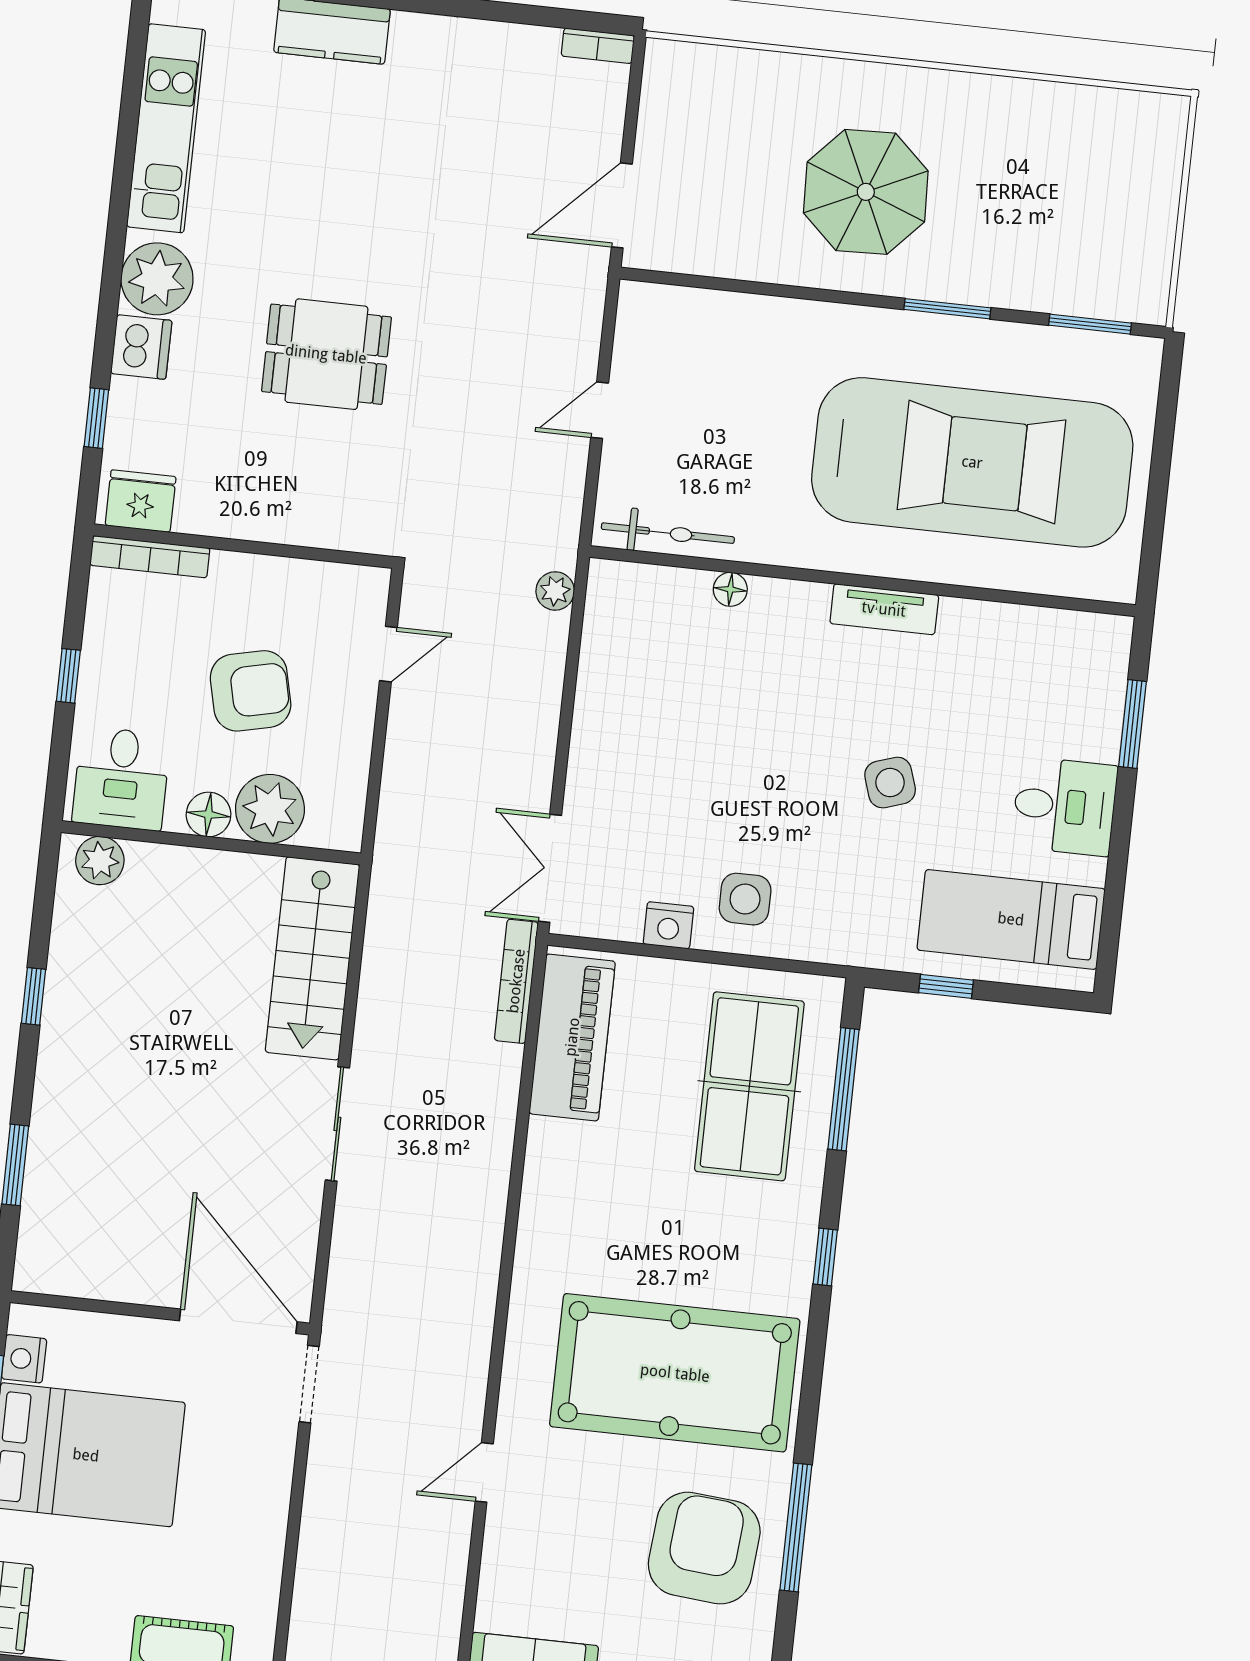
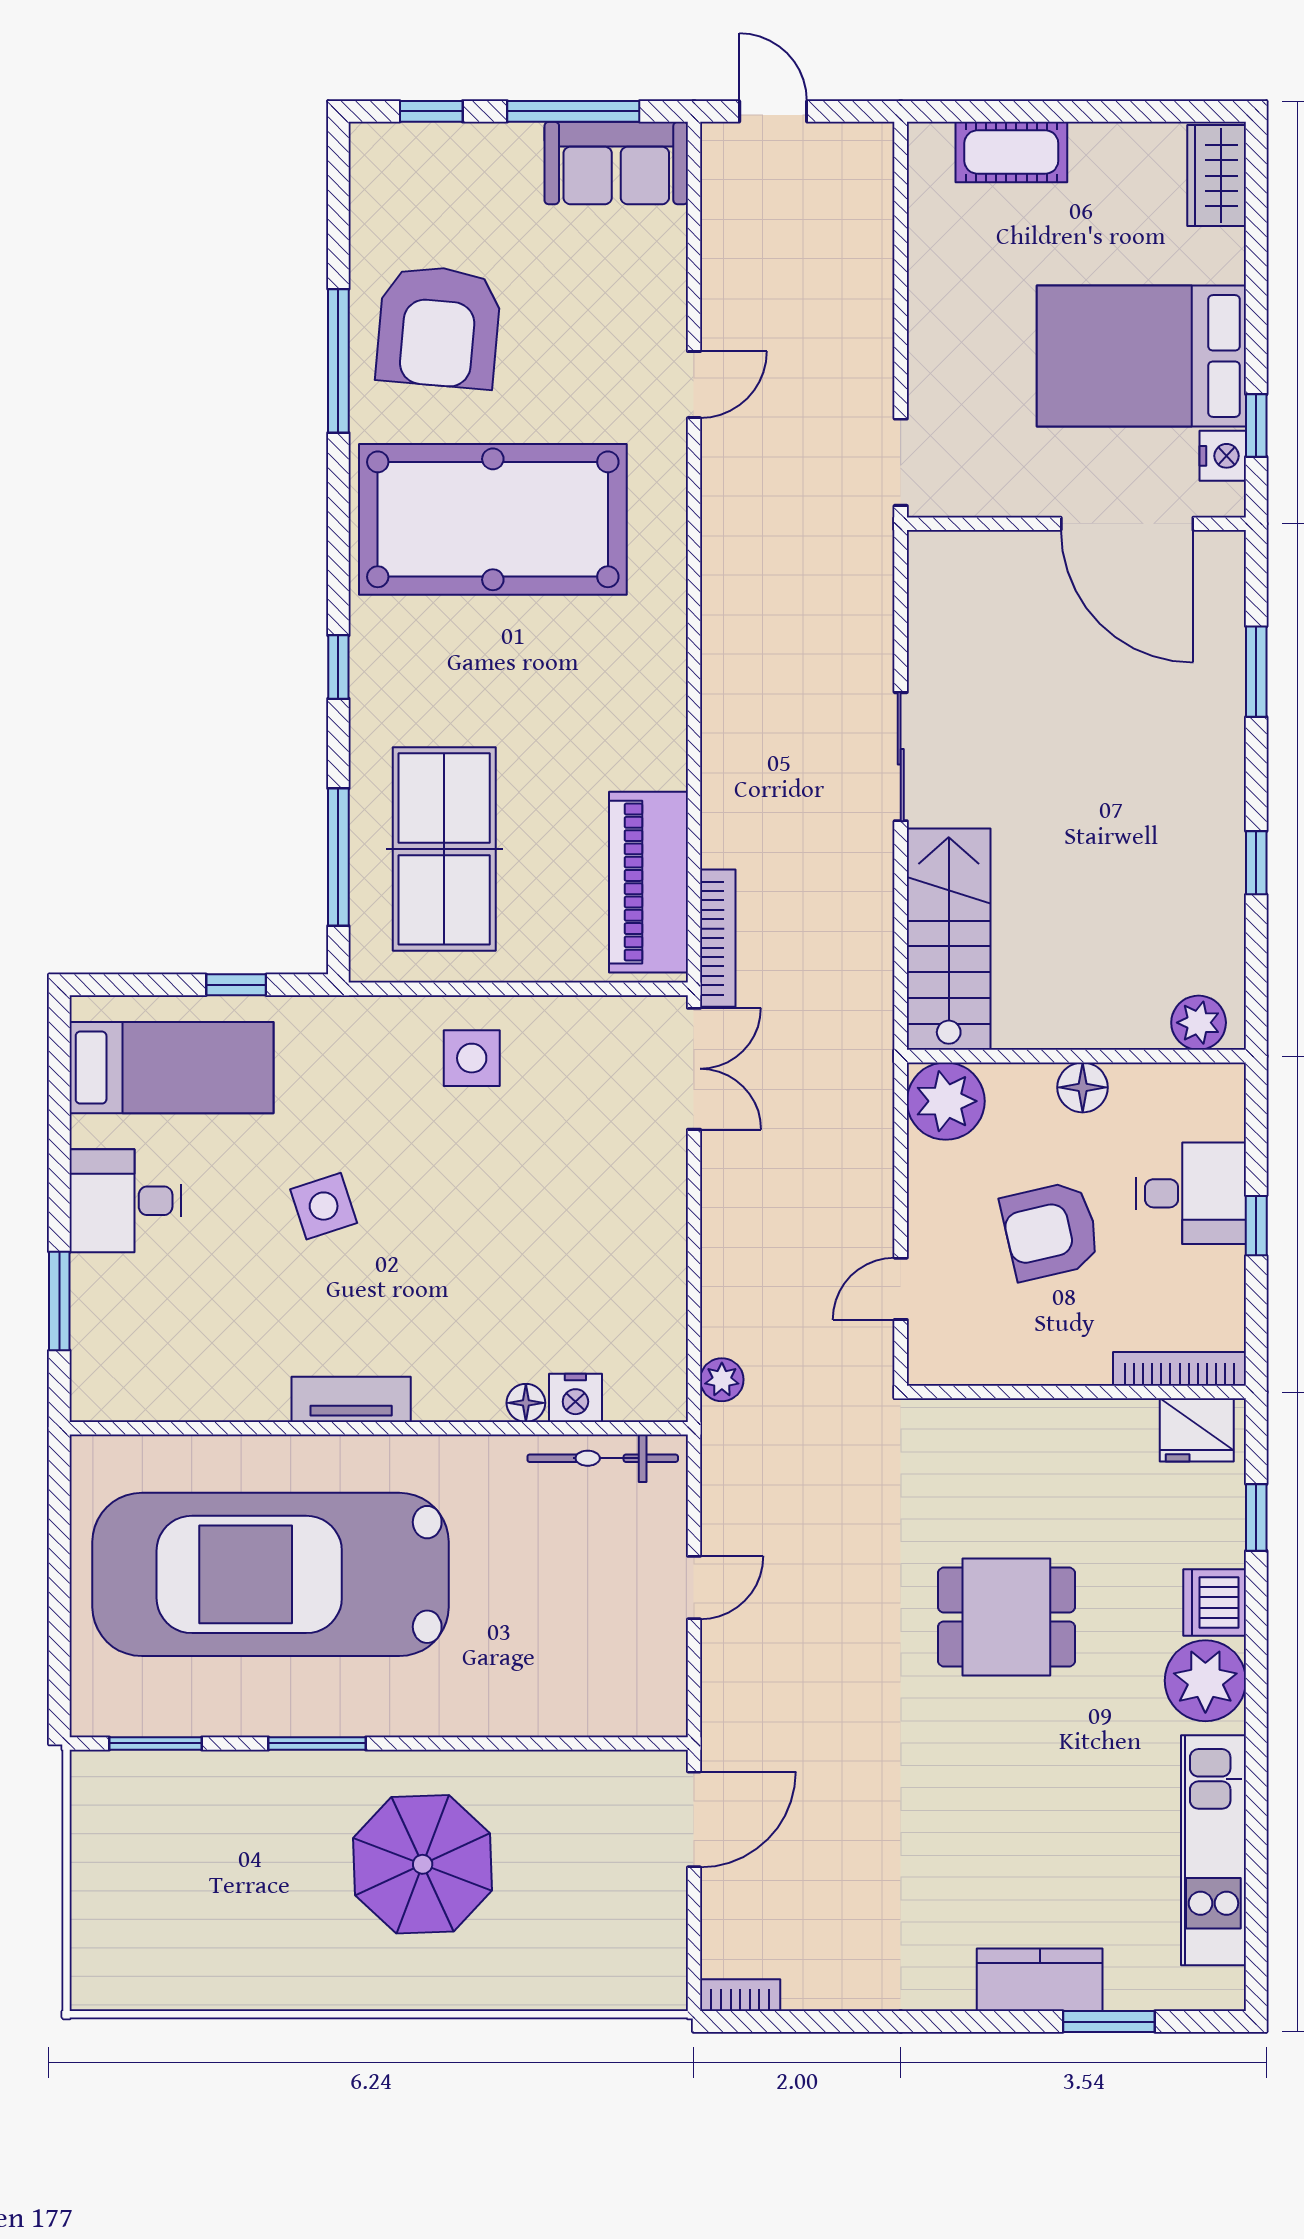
desk: (121, 779) -> (1191, 1193), moved, turned 90
plant: (270, 809) -> (946, 1101), moved
nightstand: (668, 925) -> (575, 1398), moved, turned 180
door: (238, 1321) -> (1127, 524), moved

